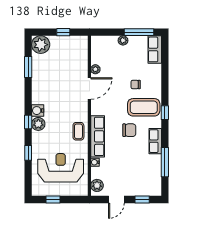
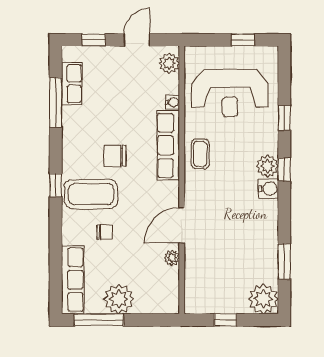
plant: (123, 40) -> (119, 299), width x1.88, depth x1.88
row of seats: (155, 49) -> (73, 280), width x1.48
row of seats: (155, 141) -> (72, 84), moved

